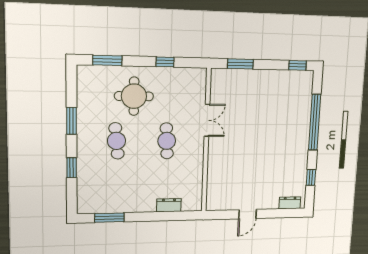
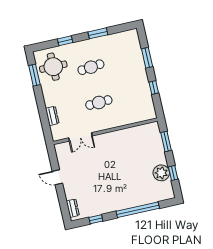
window: (107, 60) -> (147, 58), moved
window: (298, 65) -> (173, 173), moved
plant: (278, 80) -> (161, 173), added
round table: (134, 96) -> (53, 67), moved
double door: (207, 120) -> (80, 137), moved

